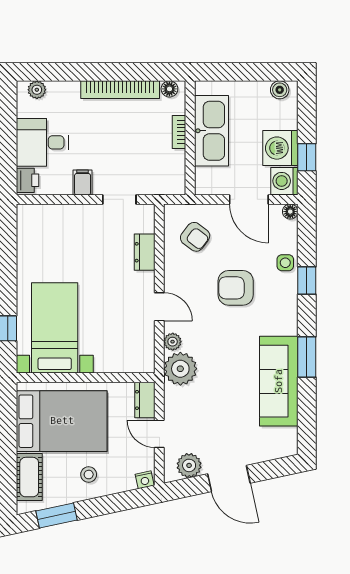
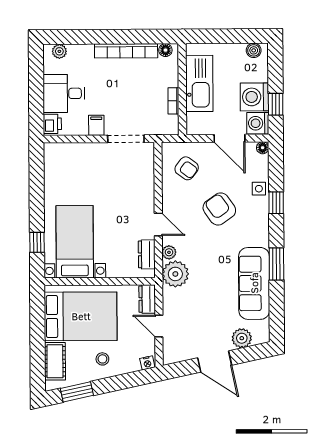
bookcase: (179, 132) -> (173, 101), moved
doorway: (119, 199) -> (126, 139), width x1.38
dresser: (145, 252) -> (147, 254), moved
armchair: (236, 288) -> (219, 209), turned 55
plant: (189, 465) -> (242, 338), moved

